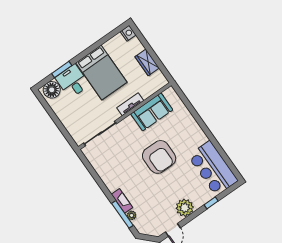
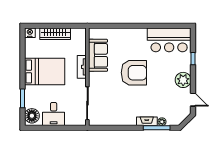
wardrobe: (147, 62) -> (55, 34), width x1.50
desk: (72, 81) -> (54, 114), moved, turned -90

